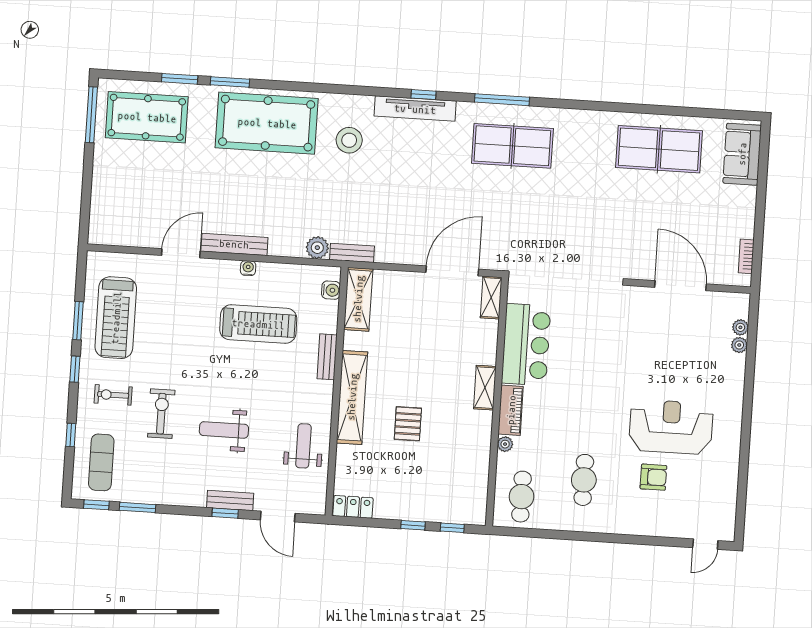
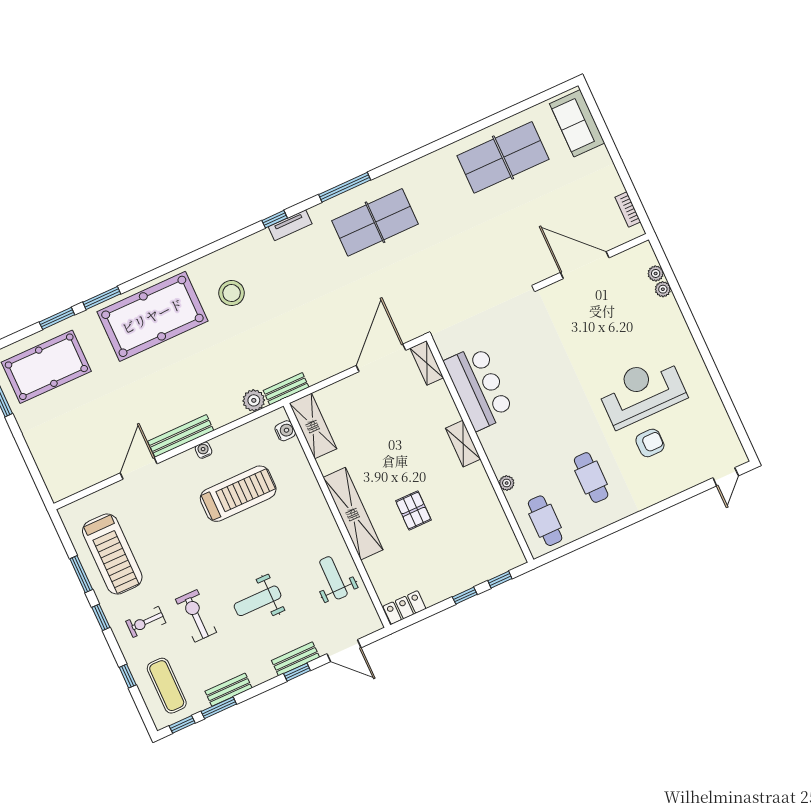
tv unit: (415, 109) -> (290, 225), width x0.52, depth x0.78
bench: (327, 357) -> (228, 690), moved, turned 90
piano: (511, 410) -> (496, 451), removed

